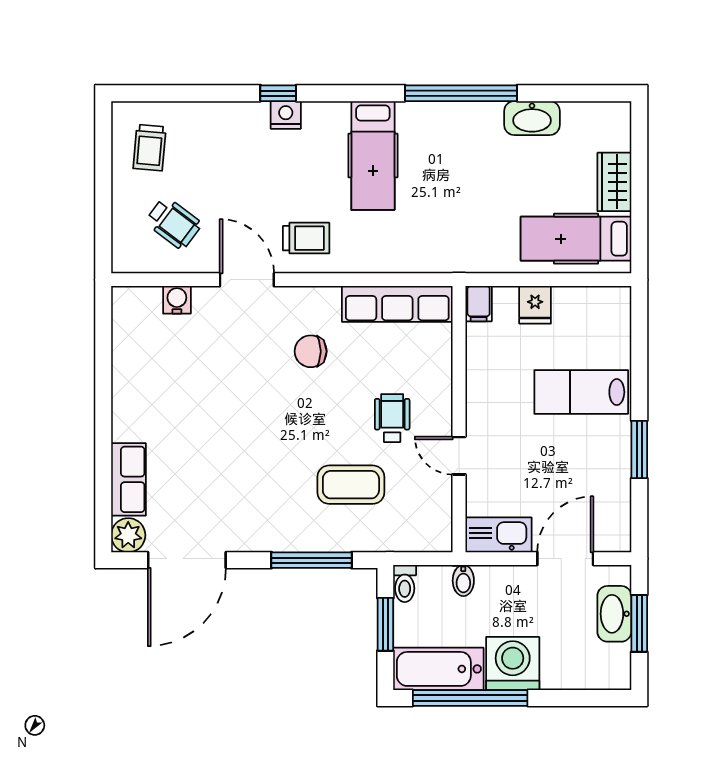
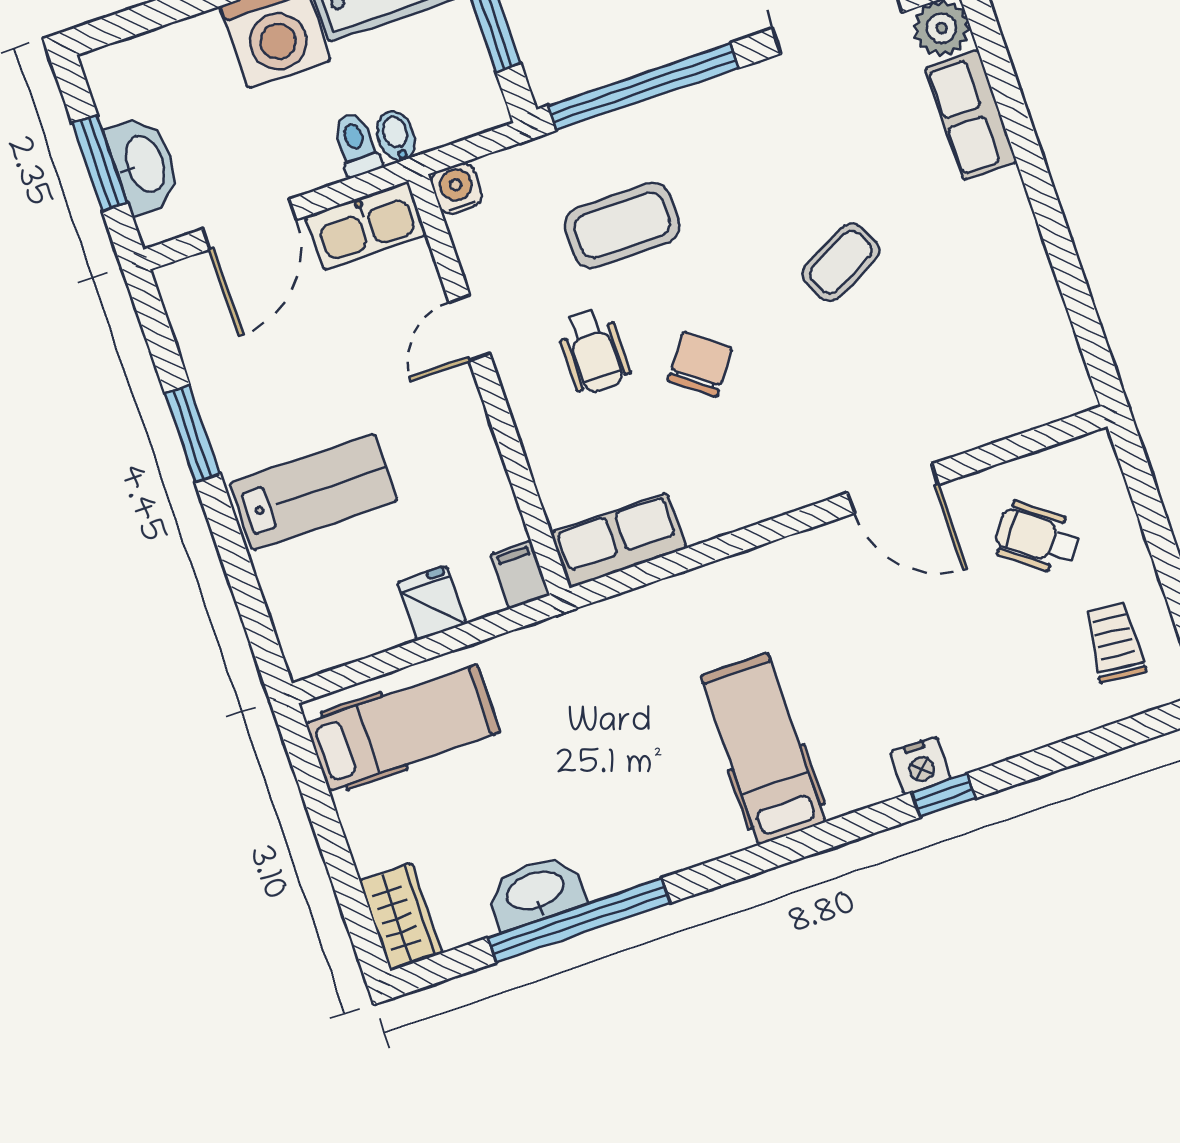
window: (461, 93) -> (579, 920), moved
wardrobe: (614, 182) -> (401, 917), moved
trolley: (306, 238) -> (823, 585), removed
water cooler: (177, 300) -> (457, 188), moved, turned 180
row of seats: (397, 304) -> (618, 541), width x0.68
chair: (311, 351) -> (700, 364), moved, turned -53
coffee table: (232, 420) -> (841, 262), added
door: (459, 456) -> (469, 328), swing flipped
window: (312, 560) -> (643, 87), width x1.46
toilet: (405, 583) -> (356, 144), moved

